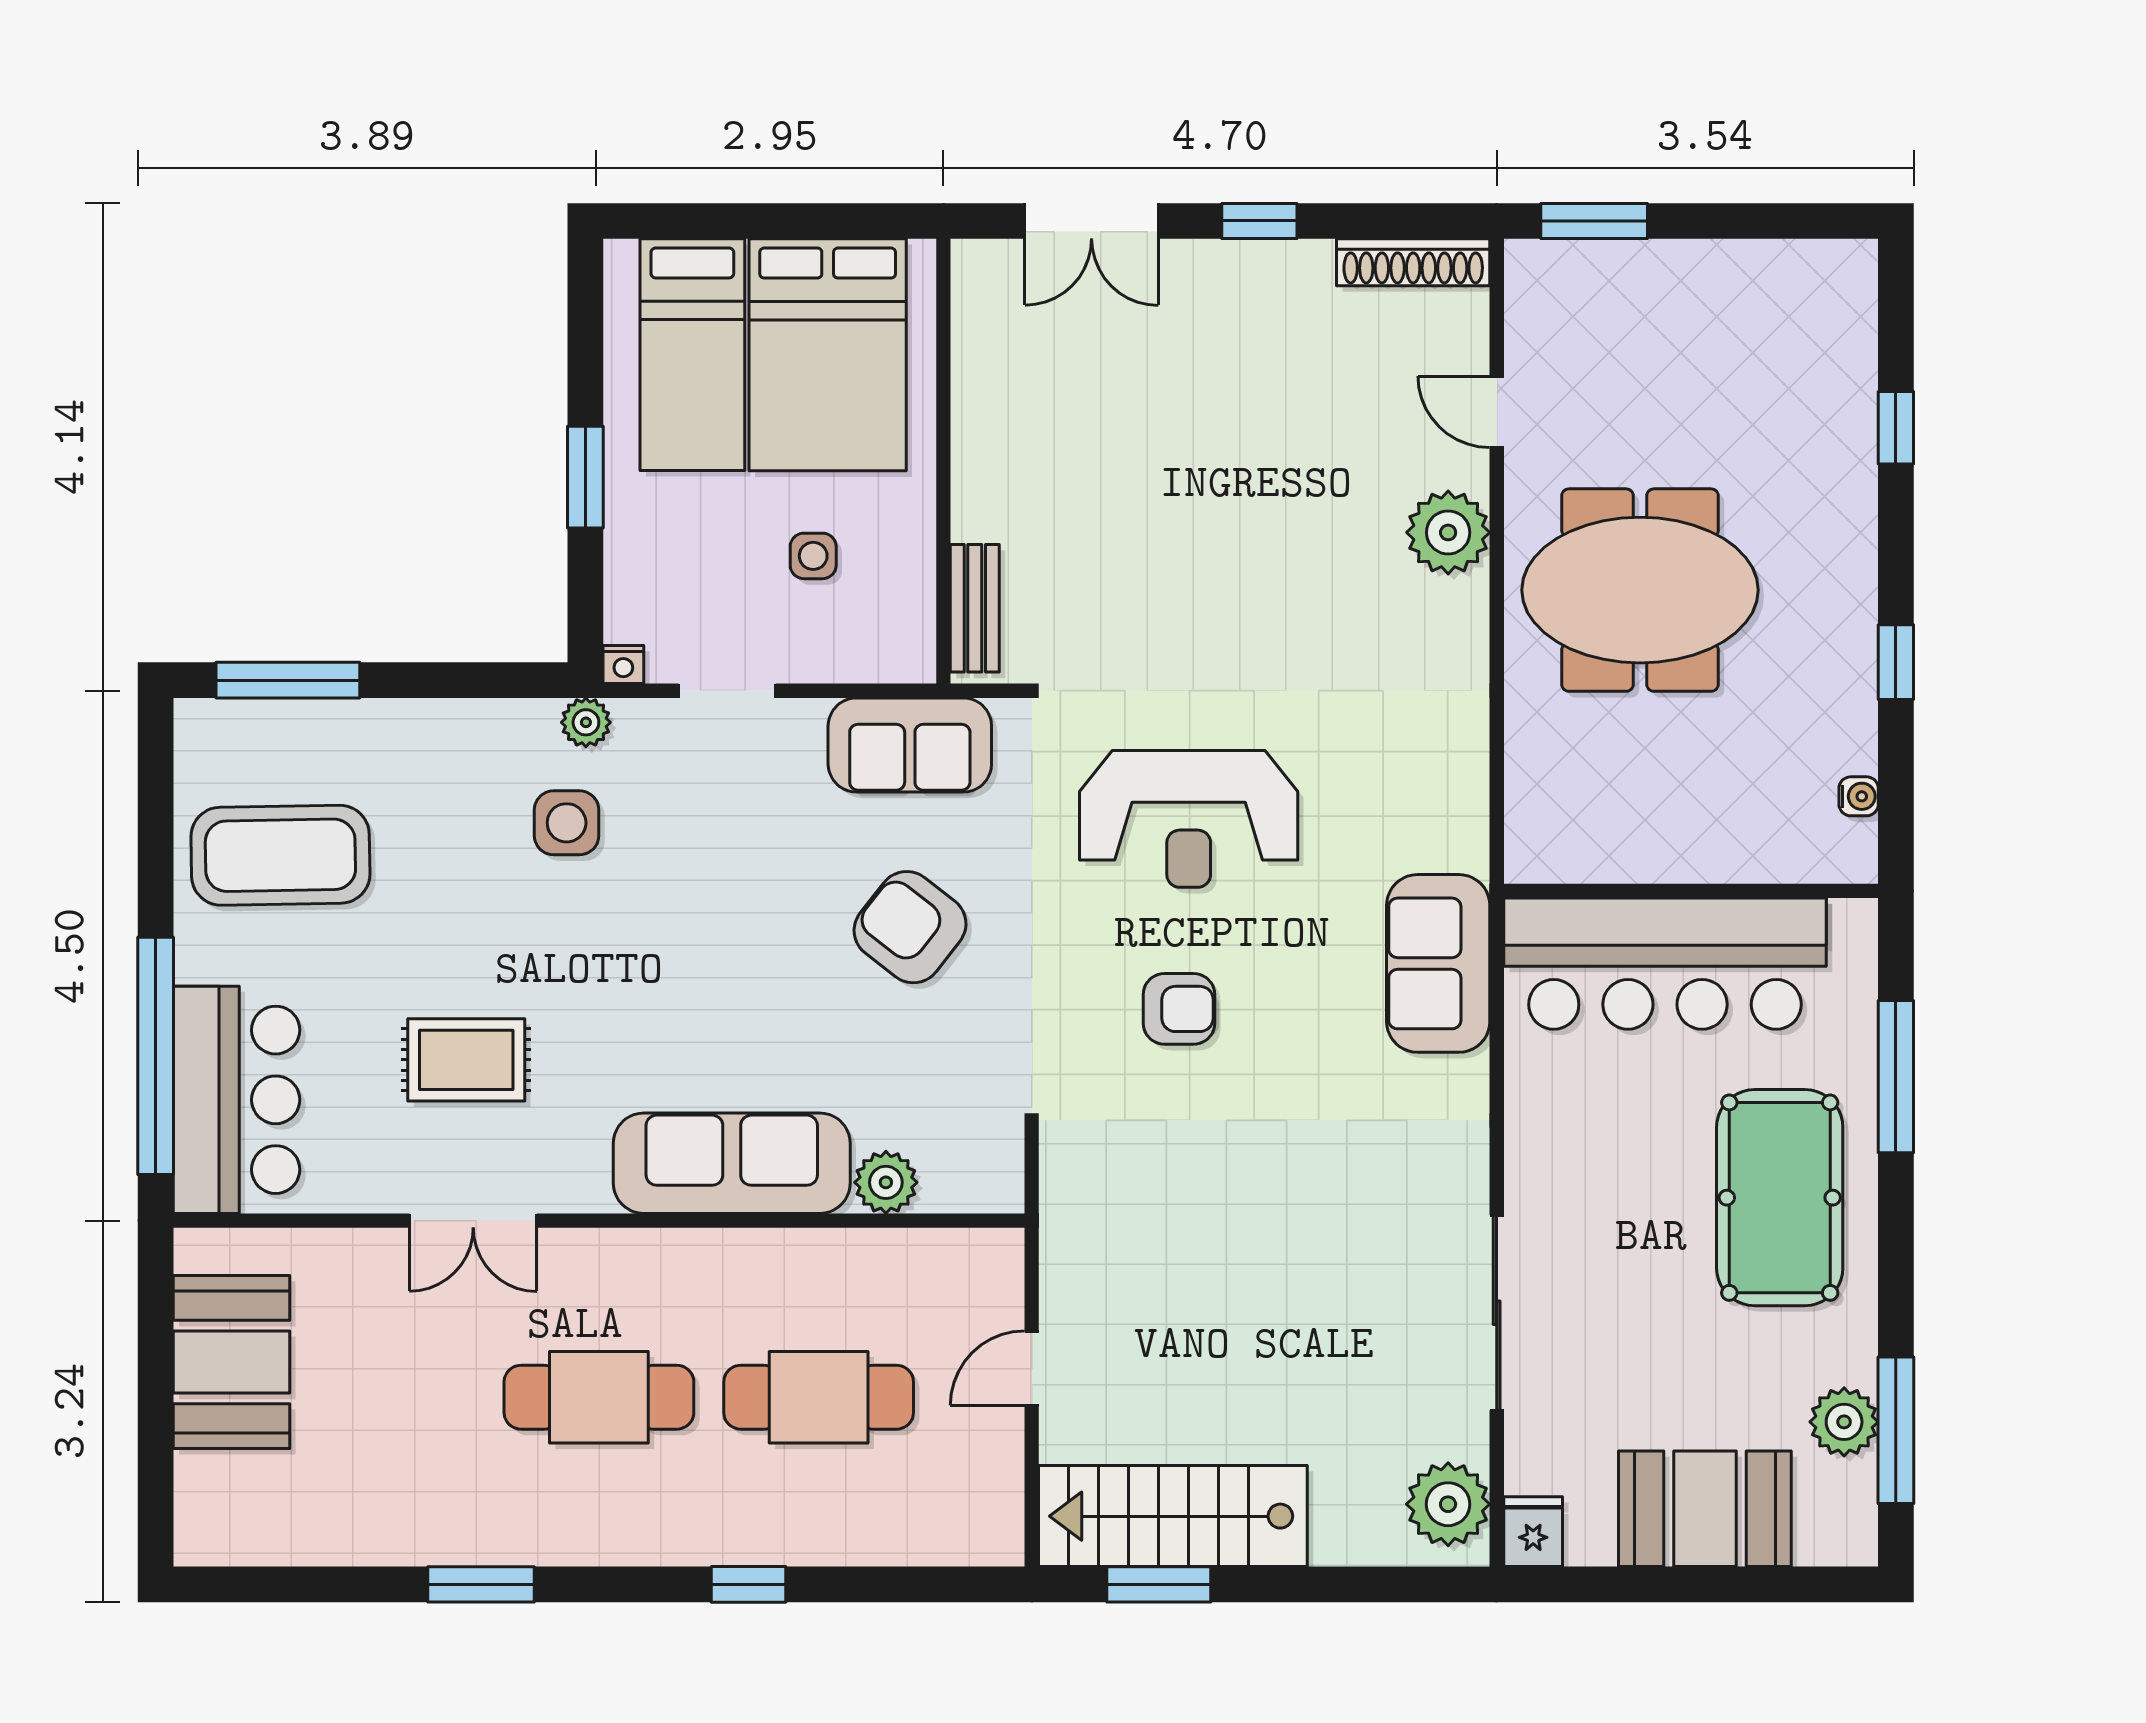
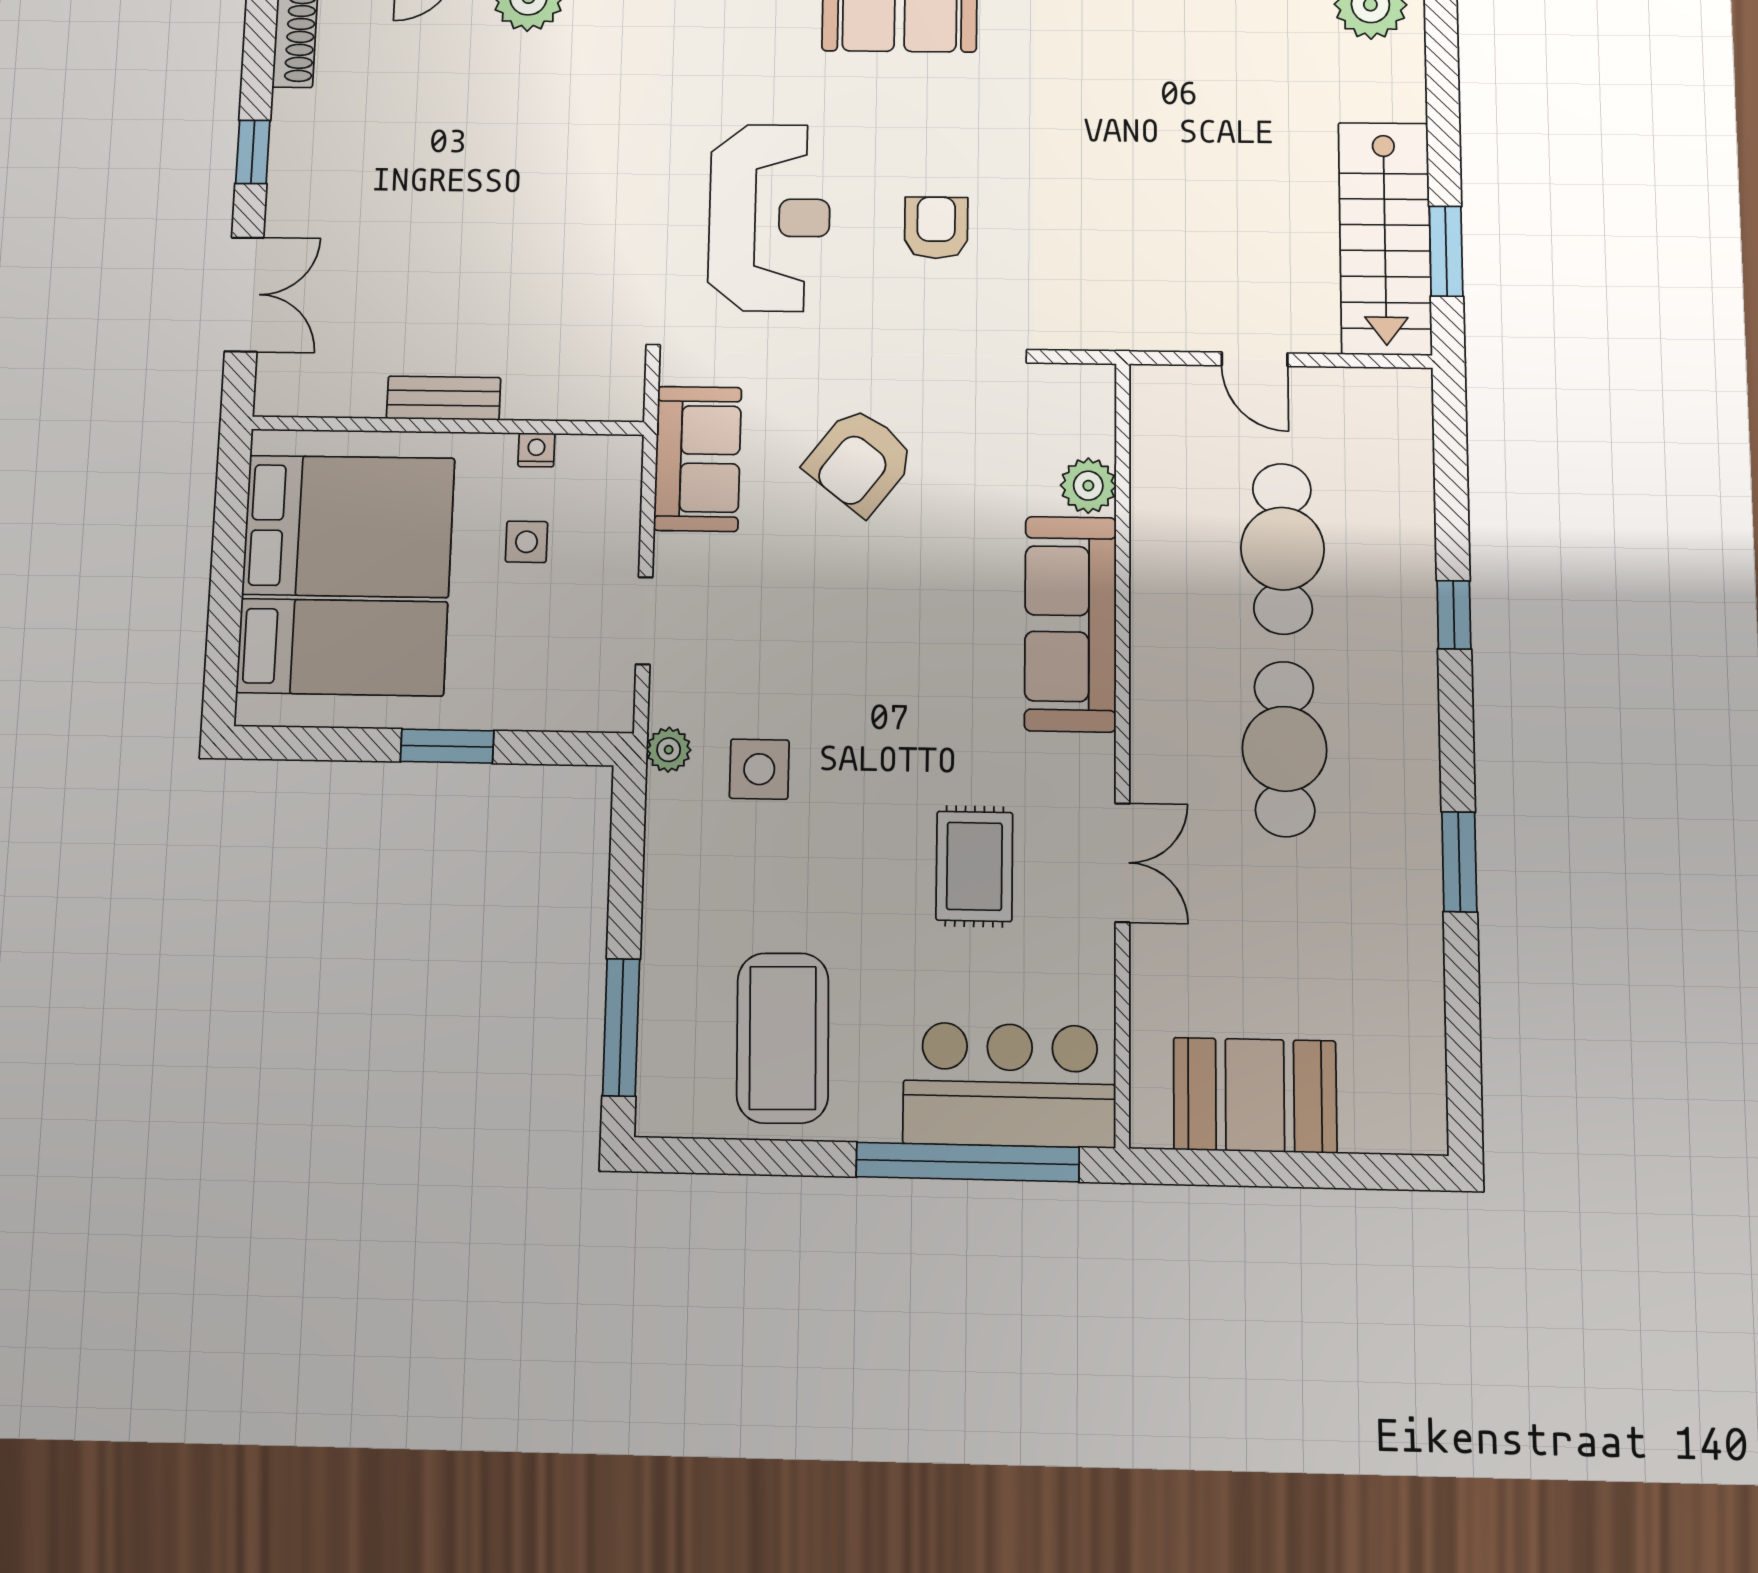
bench: (975, 608) -> (444, 398), moved
nightstand: (623, 665) -> (536, 450), moved, turned -90

